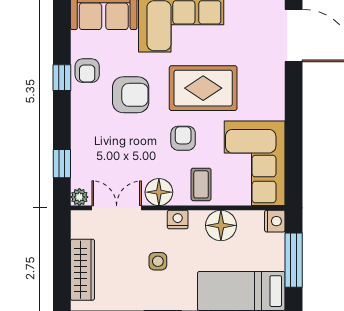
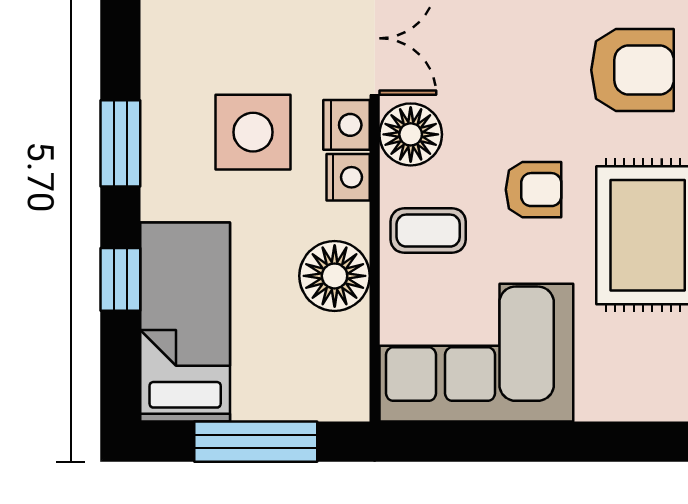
armchair: (131, 95) -> (632, 70), turned -90
nightstand: (275, 221) -> (347, 125), moved, turned -90
side table: (158, 261) -> (253, 132), width x1.87, depth x1.87

